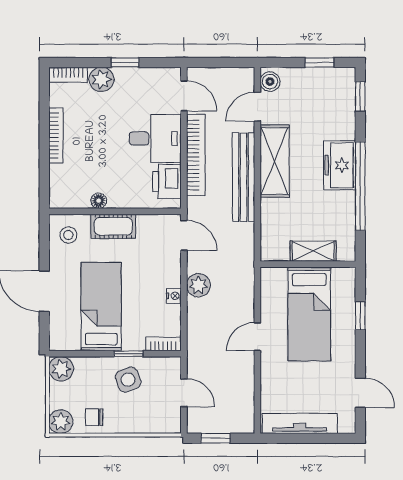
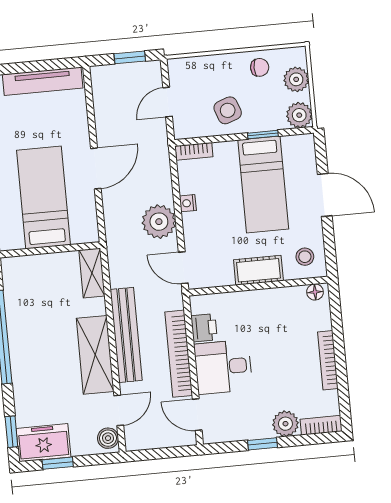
freezer: (340, 165) -> (43, 443), moved, turned -90
printer: (167, 182) -> (204, 328), width x0.73, depth x0.81
floor lamp: (99, 201) -> (315, 292), moved
shelving: (313, 251) -> (92, 273), moved, turned 90
plant: (198, 285) -> (159, 222), width x1.36, depth x1.36
door: (257, 337) -> (96, 168), width x1.38
window: (129, 354) -> (263, 135), moved
door: (184, 393) -> (168, 102), hinge flipped
plant: (61, 422) -> (296, 79), moved

